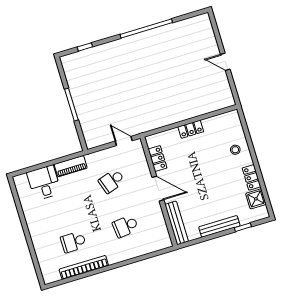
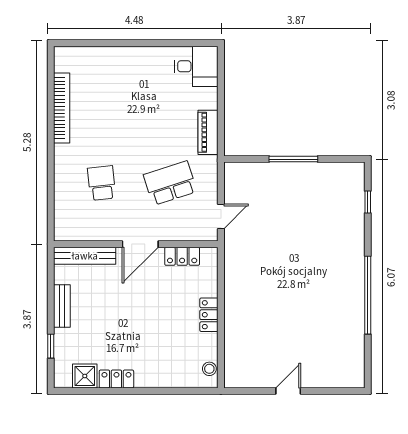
stool: (235, 150) -> (209, 369), moved
school desk: (112, 181) -> (170, 183), width x1.85
desk: (44, 183) -> (196, 66), moved
bench: (219, 226) -> (62, 306), width x0.73
school desk: (73, 242) -> (102, 104), removed

